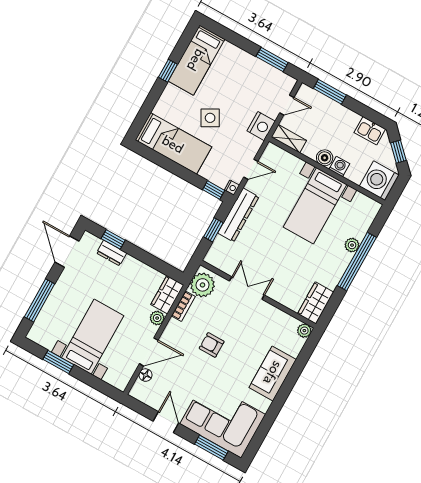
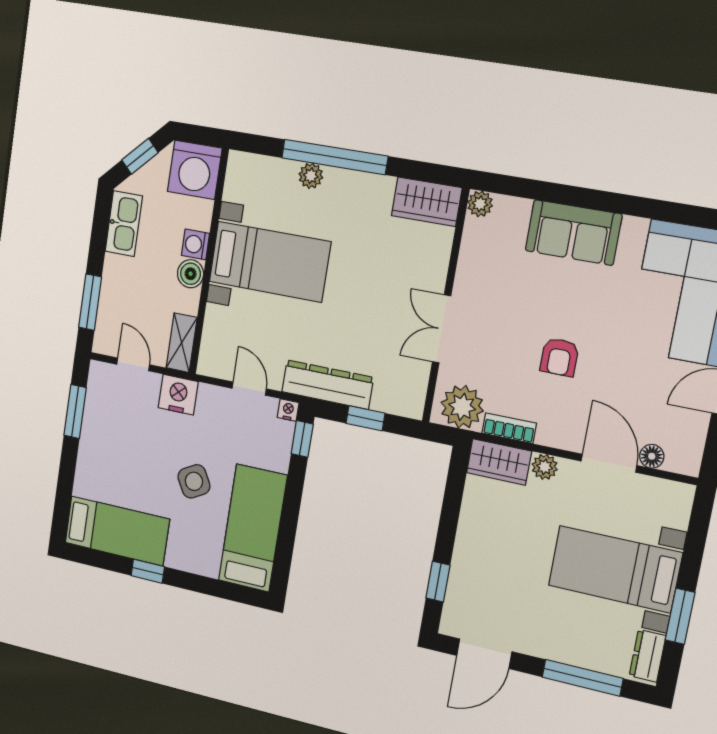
kitchen sink: (370, 131) -> (124, 224), width x1.38
dresser: (112, 253) -> (647, 656), moved, turned 180

